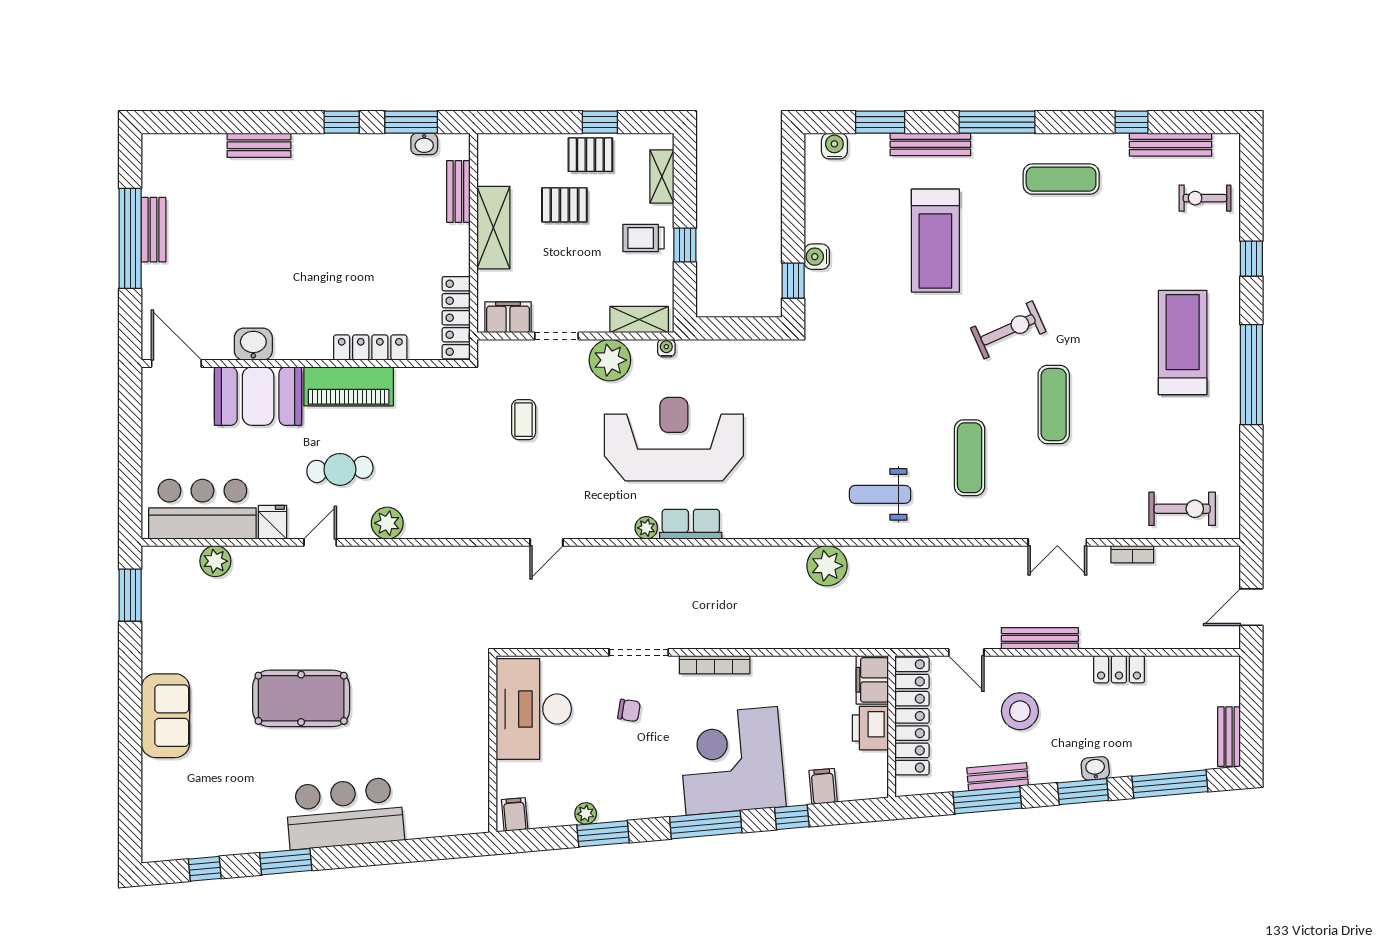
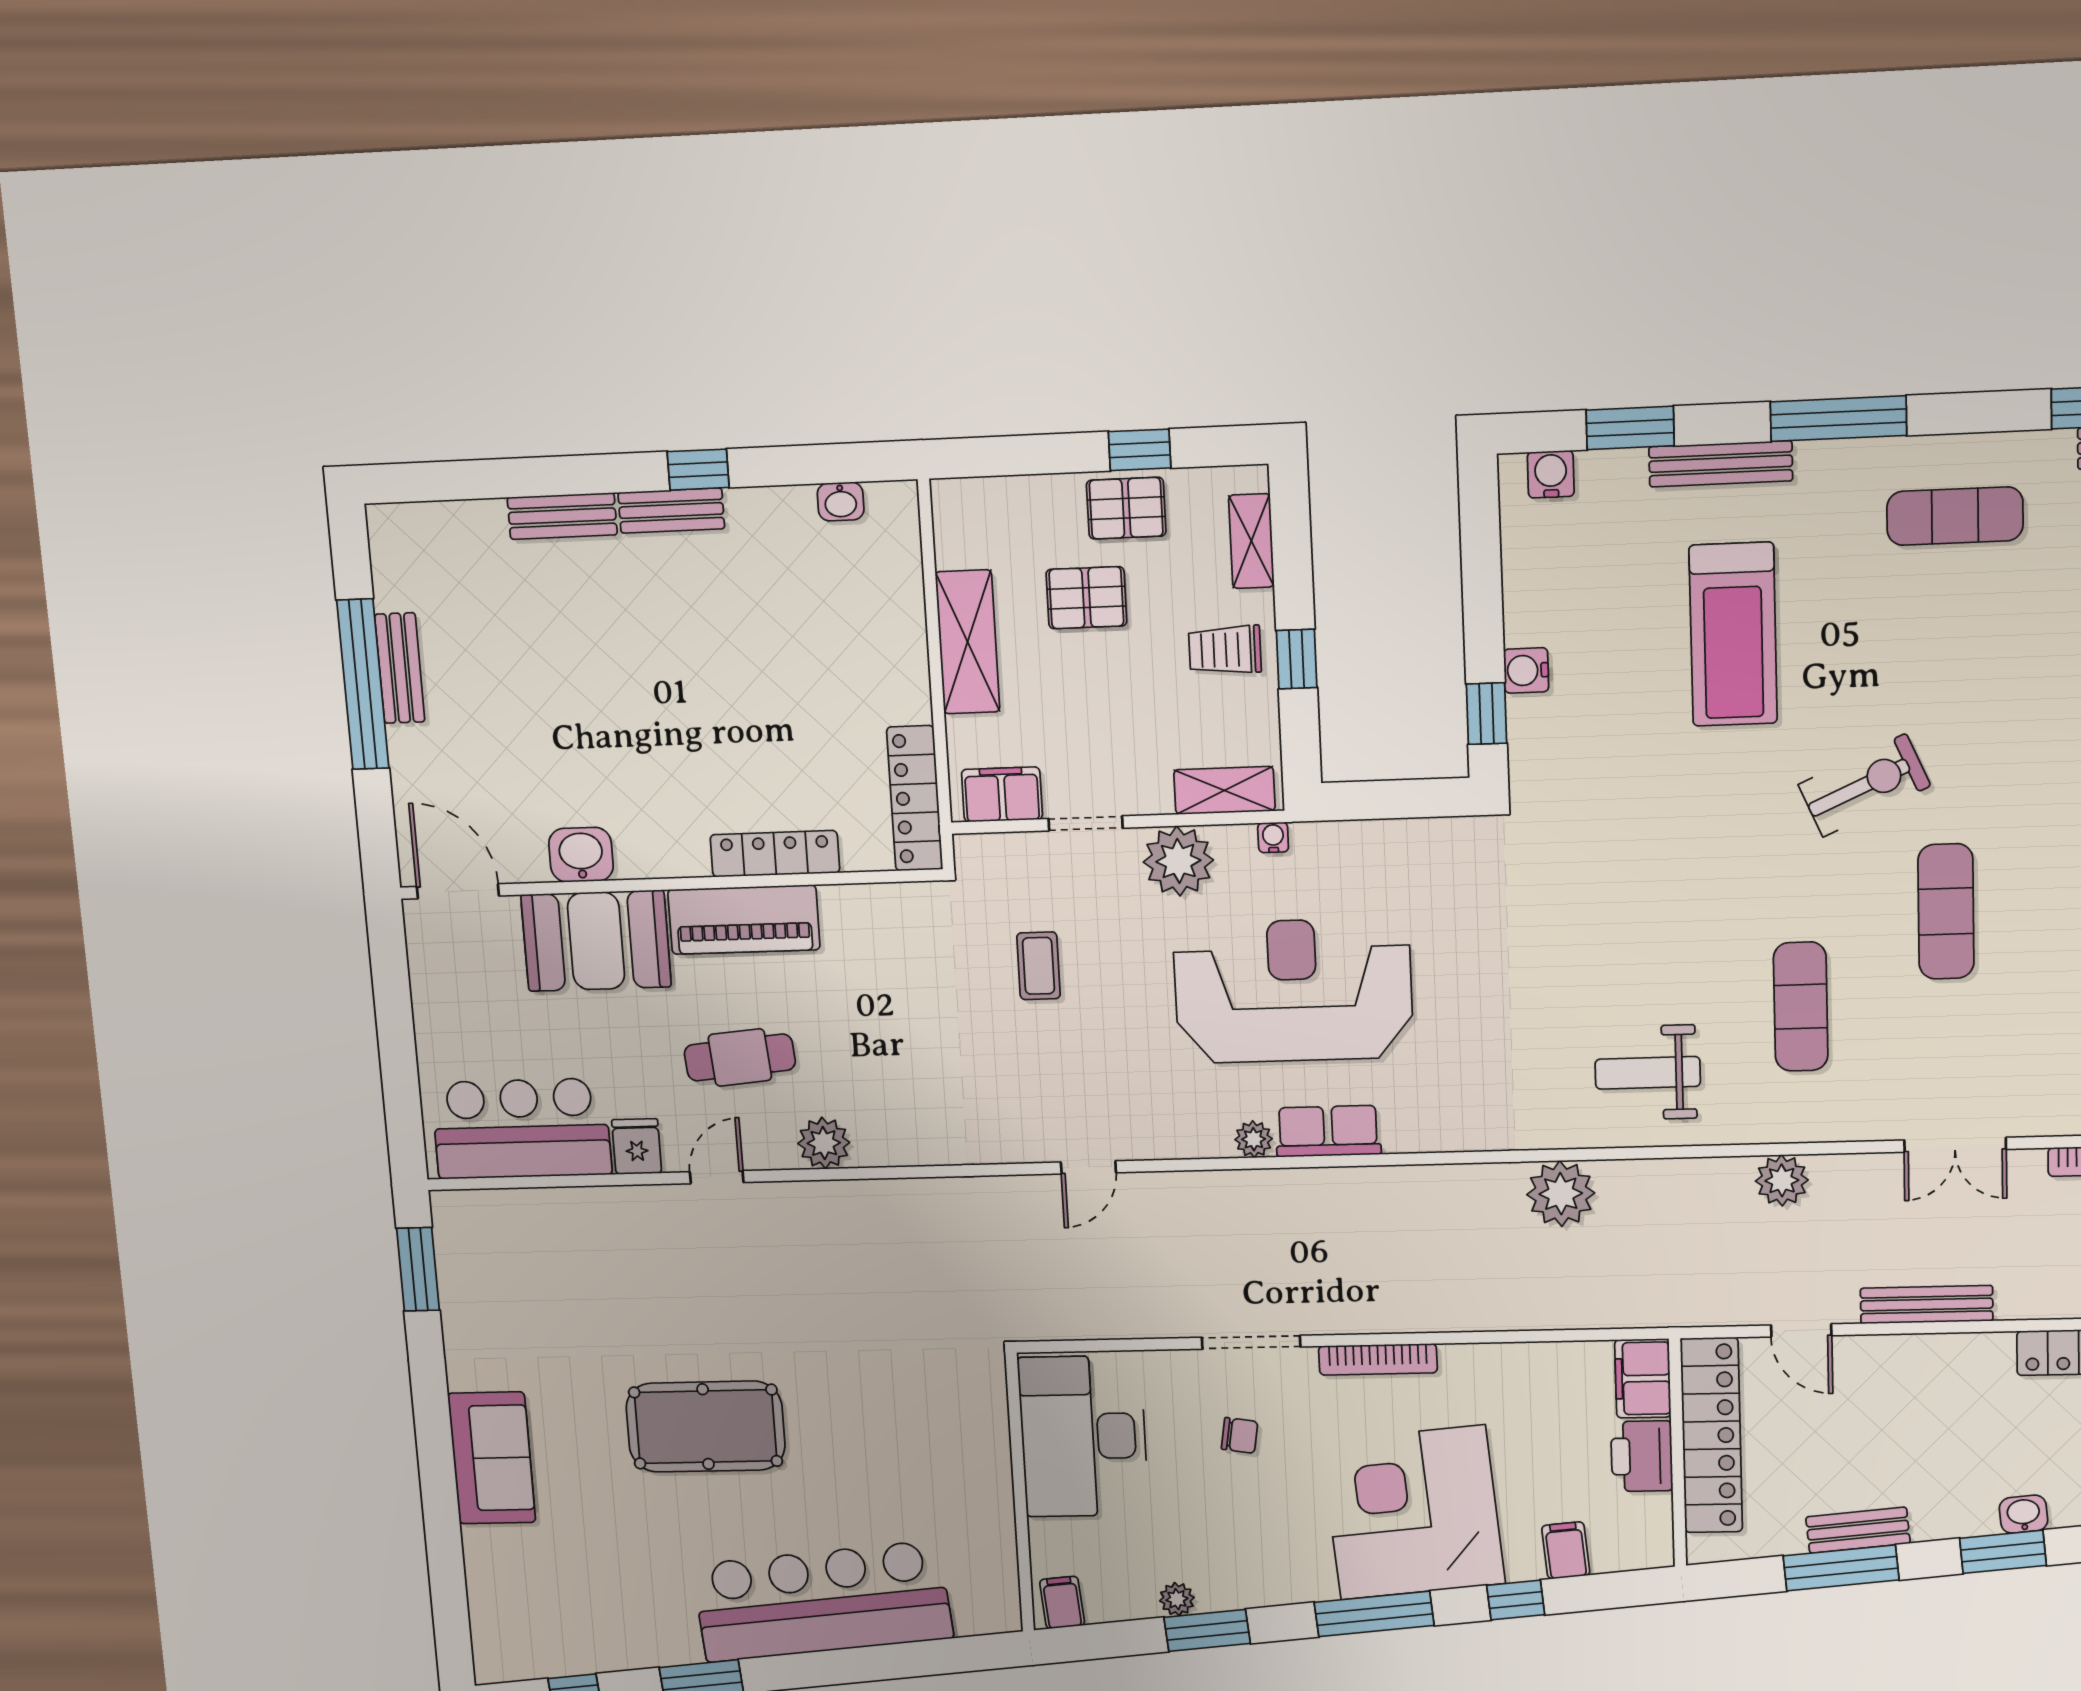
window: (411, 122) -> (816, 464), removed
bench: (458, 191) -> (671, 511), moved, turned 90
plant: (215, 561) -> (1782, 1180), moved
stool: (1020, 711) -> (1894, 1424), removed
bar counter: (345, 813) -> (822, 1601), width x1.36

